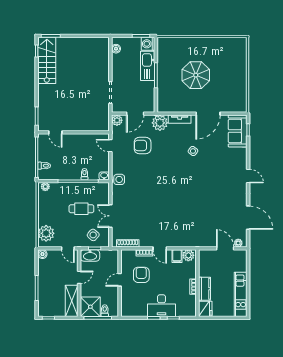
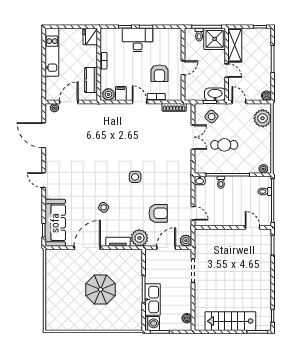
stairs: (47, 60) -> (230, 321), moved, turned 90
sofa: (238, 131) -> (55, 223), width x1.36
side table: (119, 179) -> (135, 177), moved
door: (225, 248) -> (69, 102), swing flipped
door: (79, 277) -> (227, 71), swing flipped
kitchen counter: (204, 289) -> (91, 80), moved

